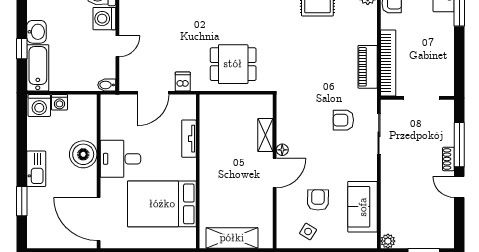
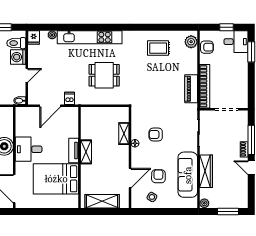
dining table: (233, 64) -> (104, 75), moved
armchair: (343, 120) -> (156, 134), moved
tv unit: (189, 139) -> (74, 150), moved
shelving: (208, 163) -> (86, 152), added
door: (275, 173) -> (130, 178), moved
wardrobe: (390, 192) -> (206, 171), added
sofa: (363, 207) -> (188, 175), width x1.36

